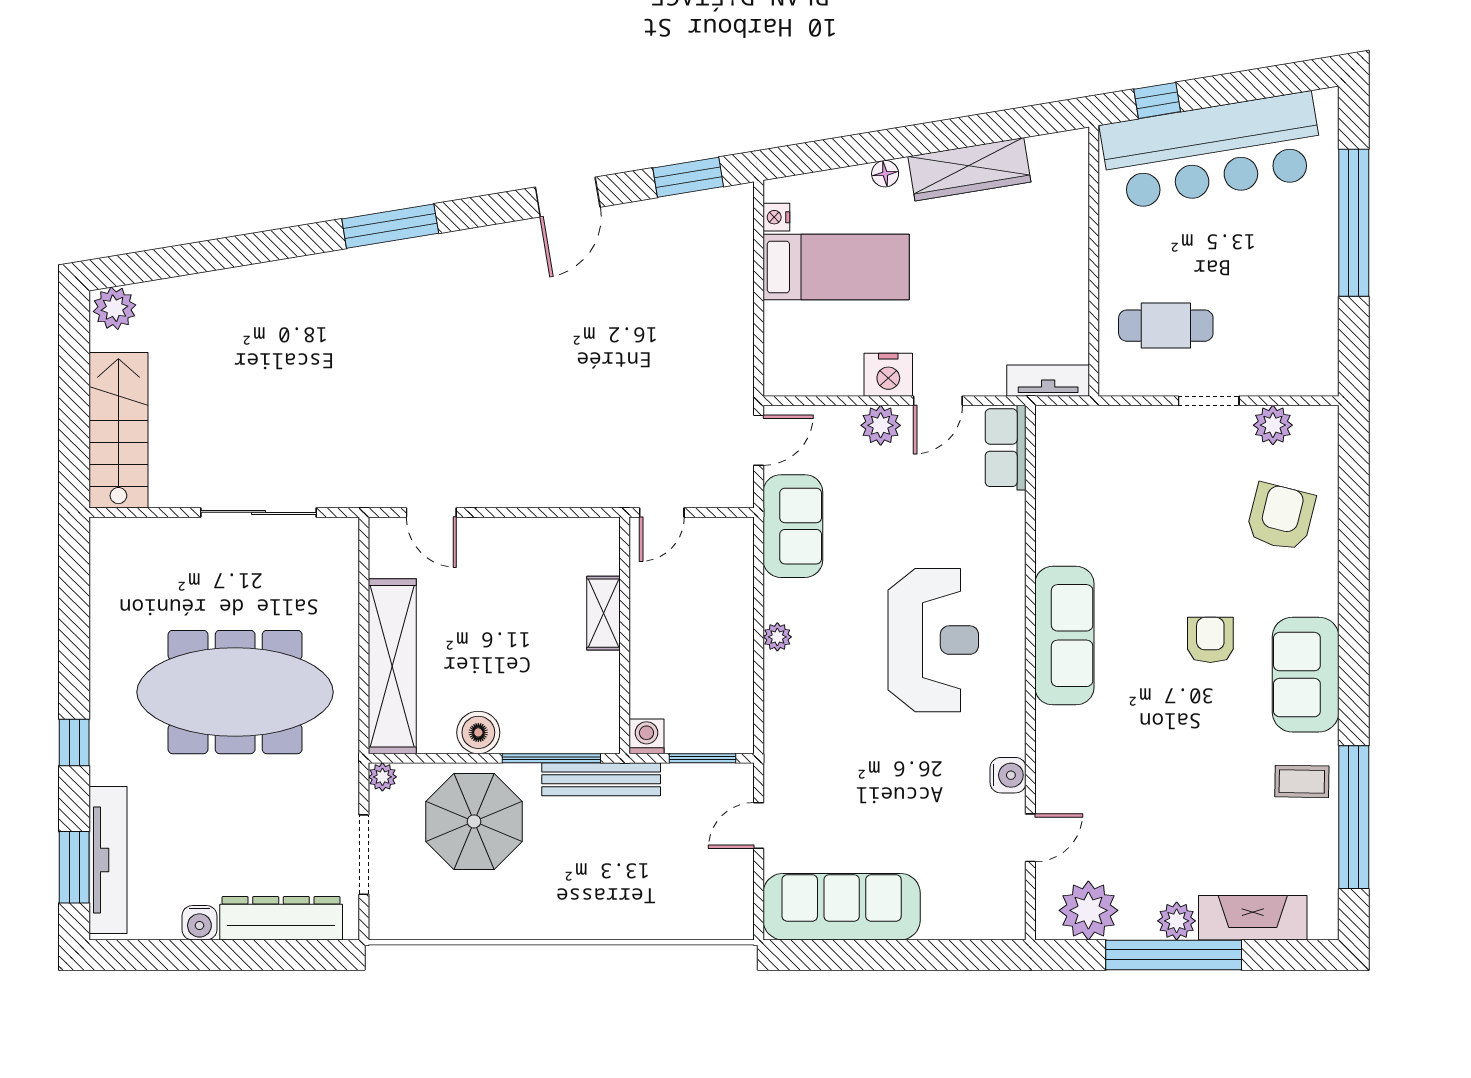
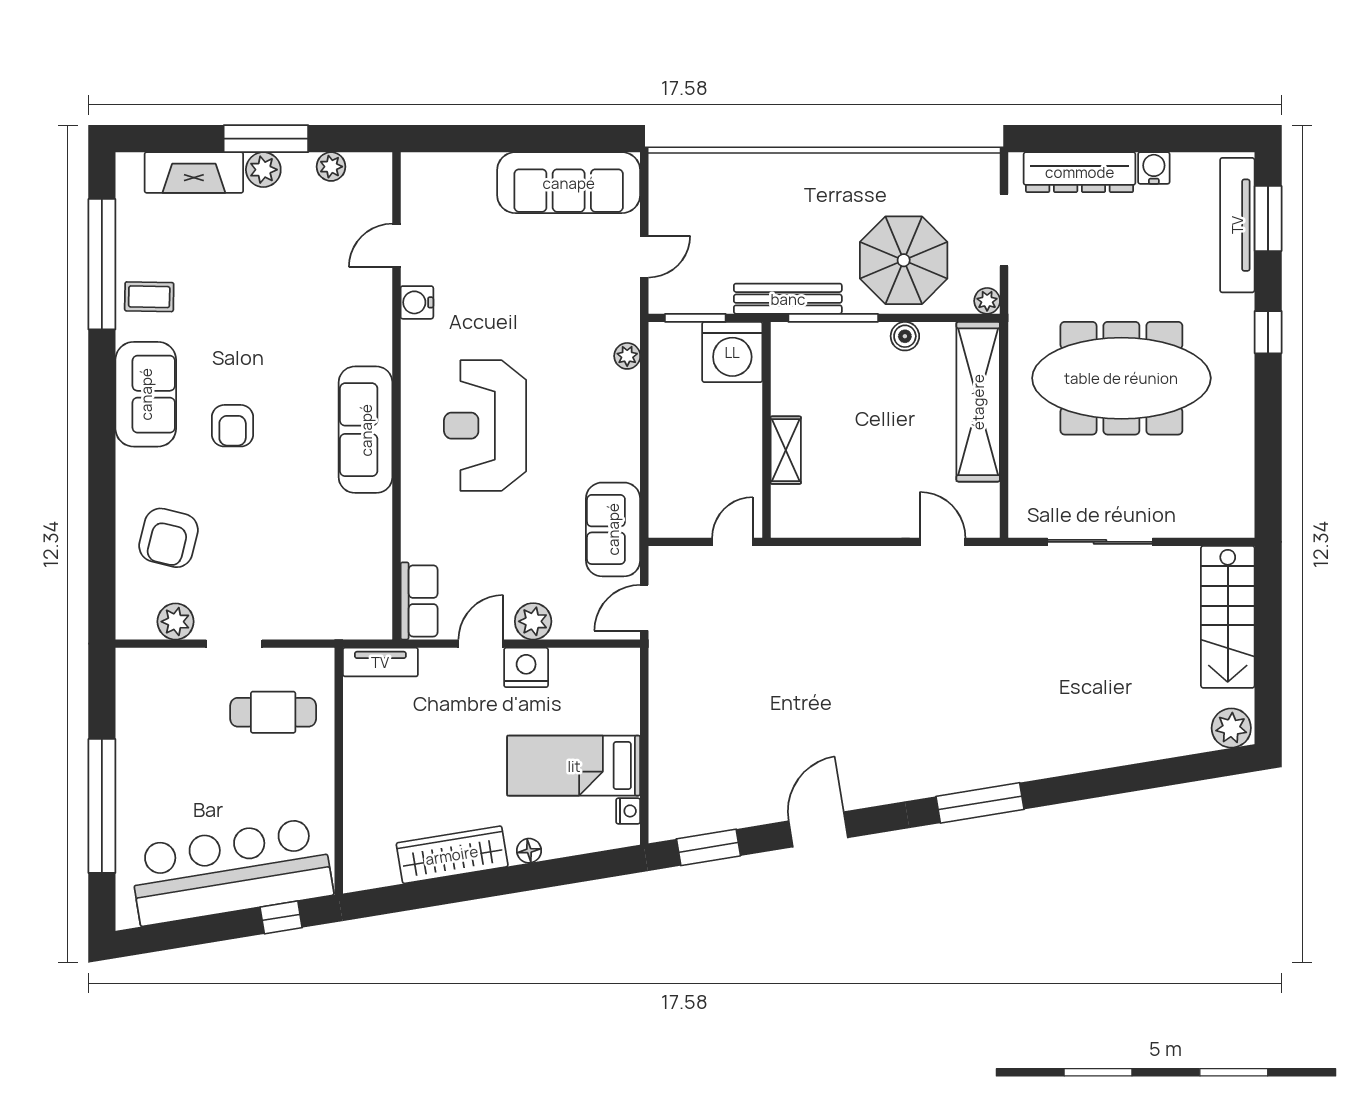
plant: (777, 637) -> (627, 356), moved
boiler: (478, 732) -> (905, 336), width x0.73, depth x0.73
washing machine: (646, 736) -> (732, 352), width x1.89, depth x1.89
plant: (1088, 910) -> (331, 167), width x0.53, depth x0.53
window: (1174, 955) -> (266, 139), width x0.68

